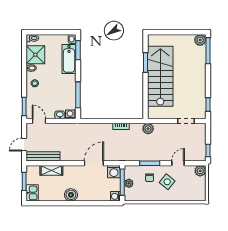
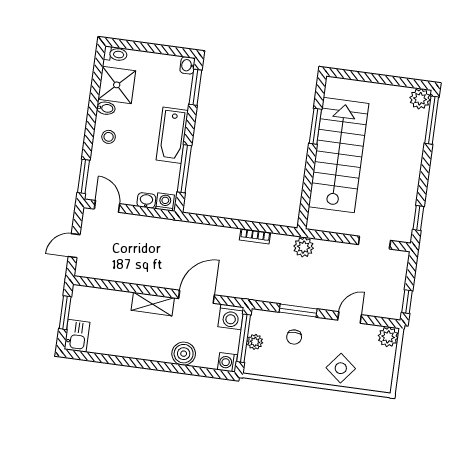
bathtub: (69, 59) -> (172, 135), moved
bench: (43, 156) -> (106, 272), removed
shelving: (51, 170) -> (153, 304), moved
side table: (167, 182) -> (341, 368), moved
boiler: (71, 195) -> (184, 354), moved

